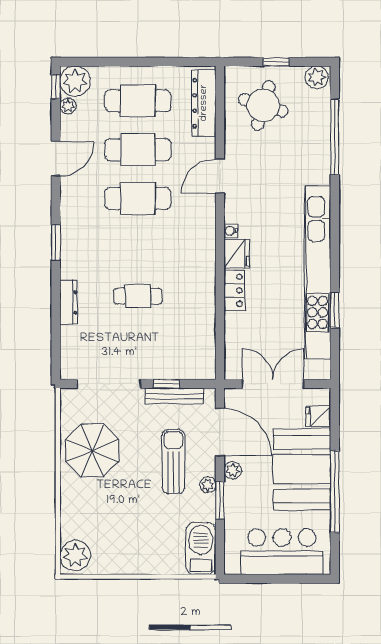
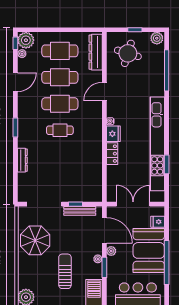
cafe table: (138, 296) -> (60, 130), moved
sun lounger: (173, 461) -> (65, 271), moved

